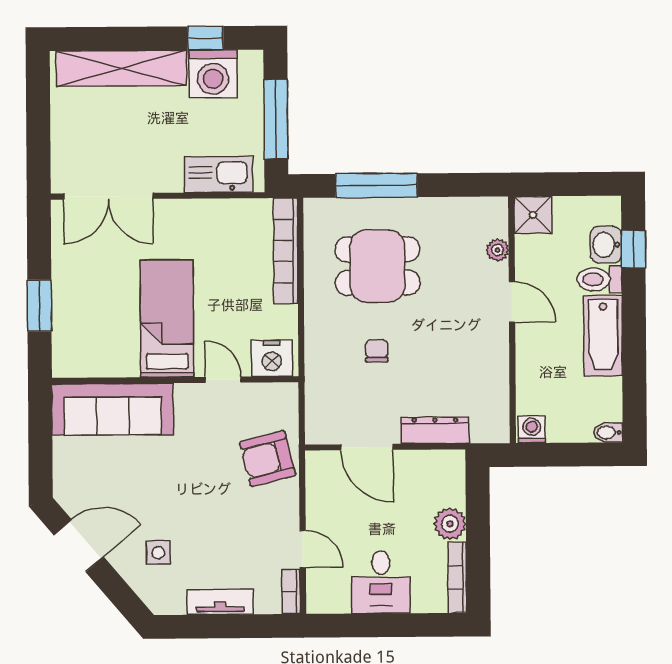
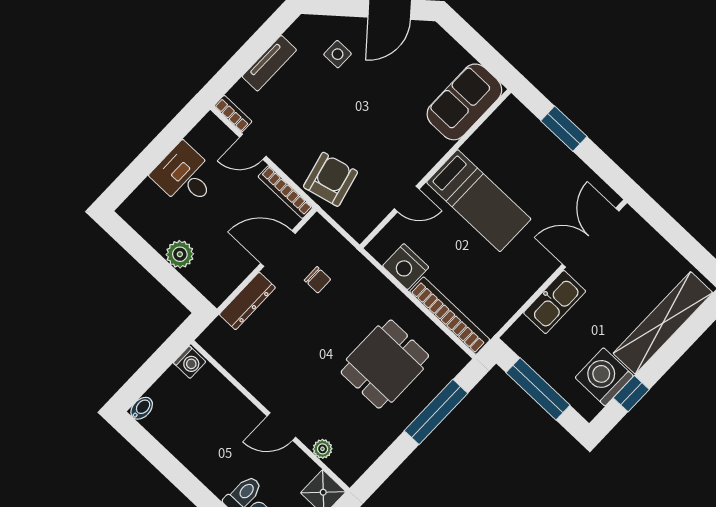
kitchen sink: (219, 175) -> (555, 302), moved
bathtub: (603, 336) -> (205, 463), removed
chair: (377, 351) -> (317, 280), moved
nightstand: (272, 358) -> (406, 267), moved, turned -90
sofa: (113, 409) -> (464, 102), width x0.73
bookcase: (457, 577) -> (285, 192), moved, turned 180

